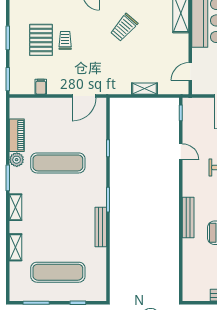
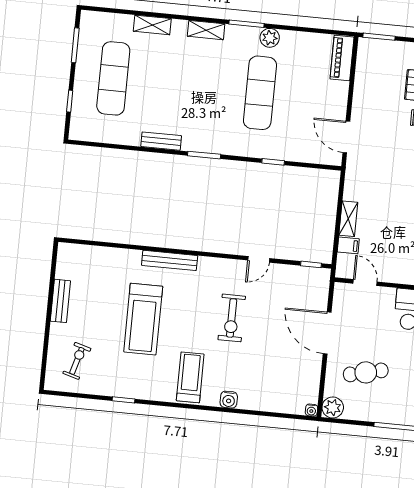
filing cabinet: (41, 87) -> (348, 245), moved
piano: (17, 135) -> (342, 58), moved, turned 90
bench: (101, 227) -> (161, 141), width x0.73

